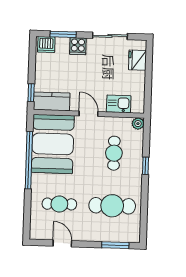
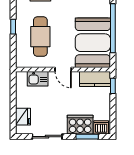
cooker: (78, 46) -> (80, 125), width x1.87, depth x1.31
plant: (138, 124) -> (21, 62), removed
cafe table: (114, 153) -> (40, 37), width x1.37, depth x1.35

